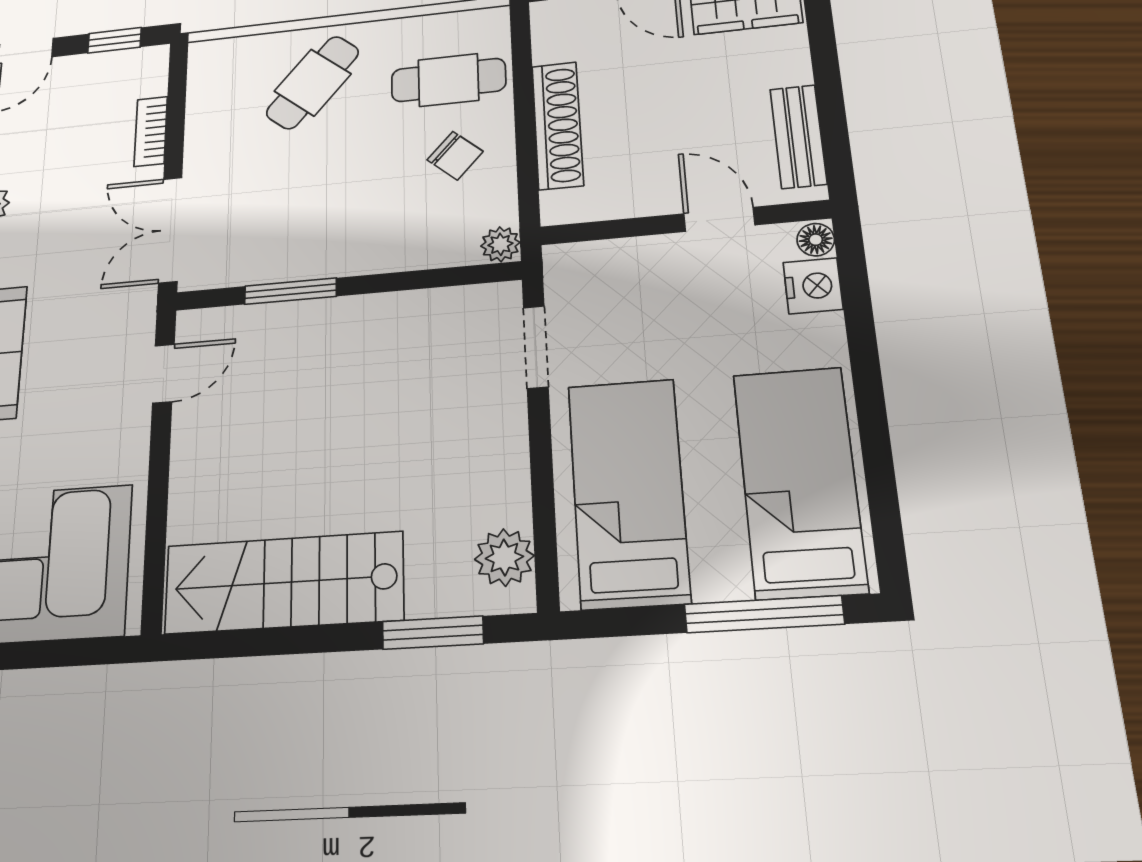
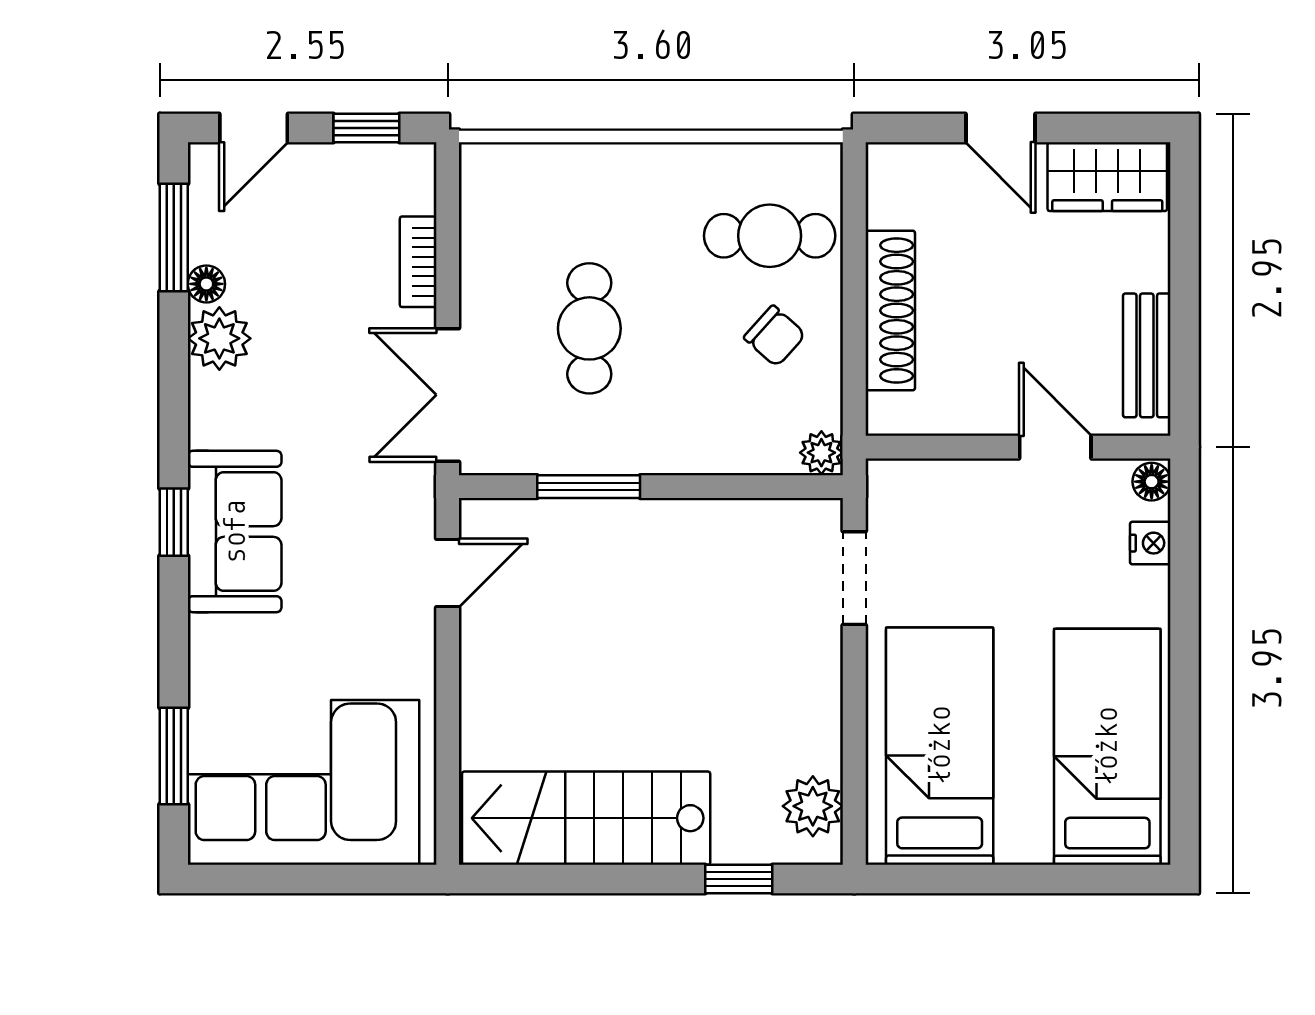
cafe table: (313, 83) -> (589, 328), moved, turned -40
nightstand: (813, 286) -> (1150, 543), width x0.72, depth x0.74
window: (764, 614) -> (1060, 879), removed
window: (433, 633) -> (739, 879), width x0.67

